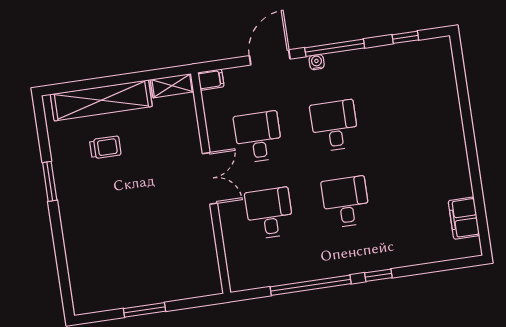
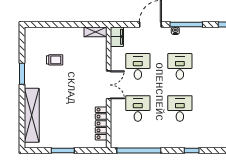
filing cabinet: (211, 80) -> (117, 37), width x2.00
shelving: (101, 100) -> (32, 115), moved, turned 90
locker: (207, 250) -> (101, 123), added
window: (311, 285) -> (139, 151), moved

